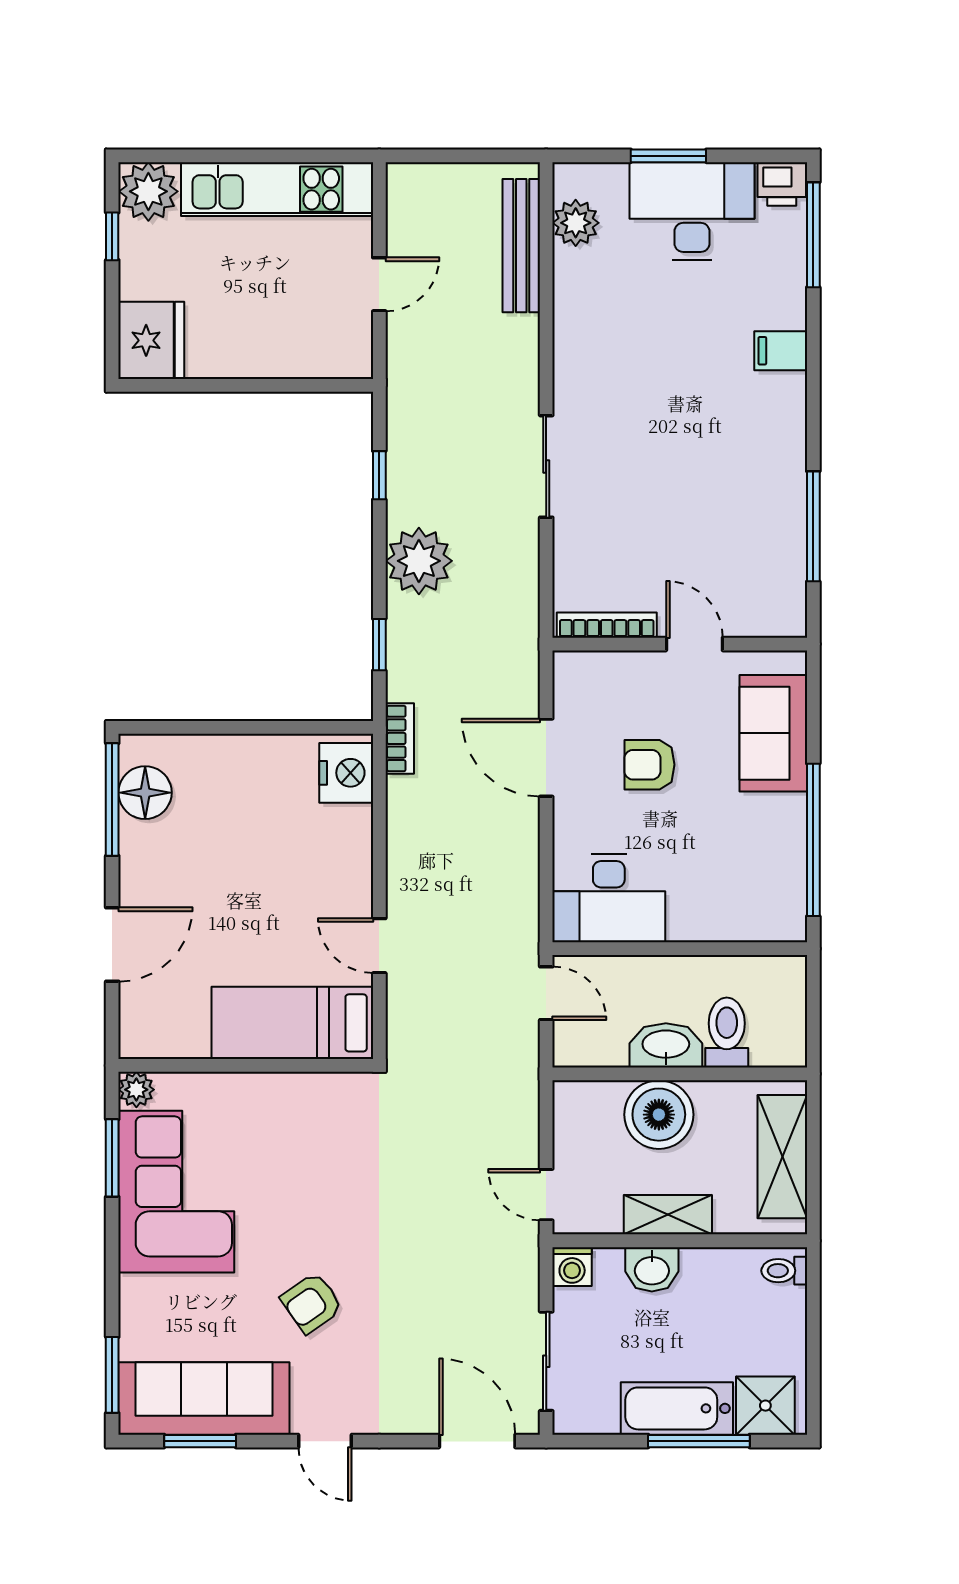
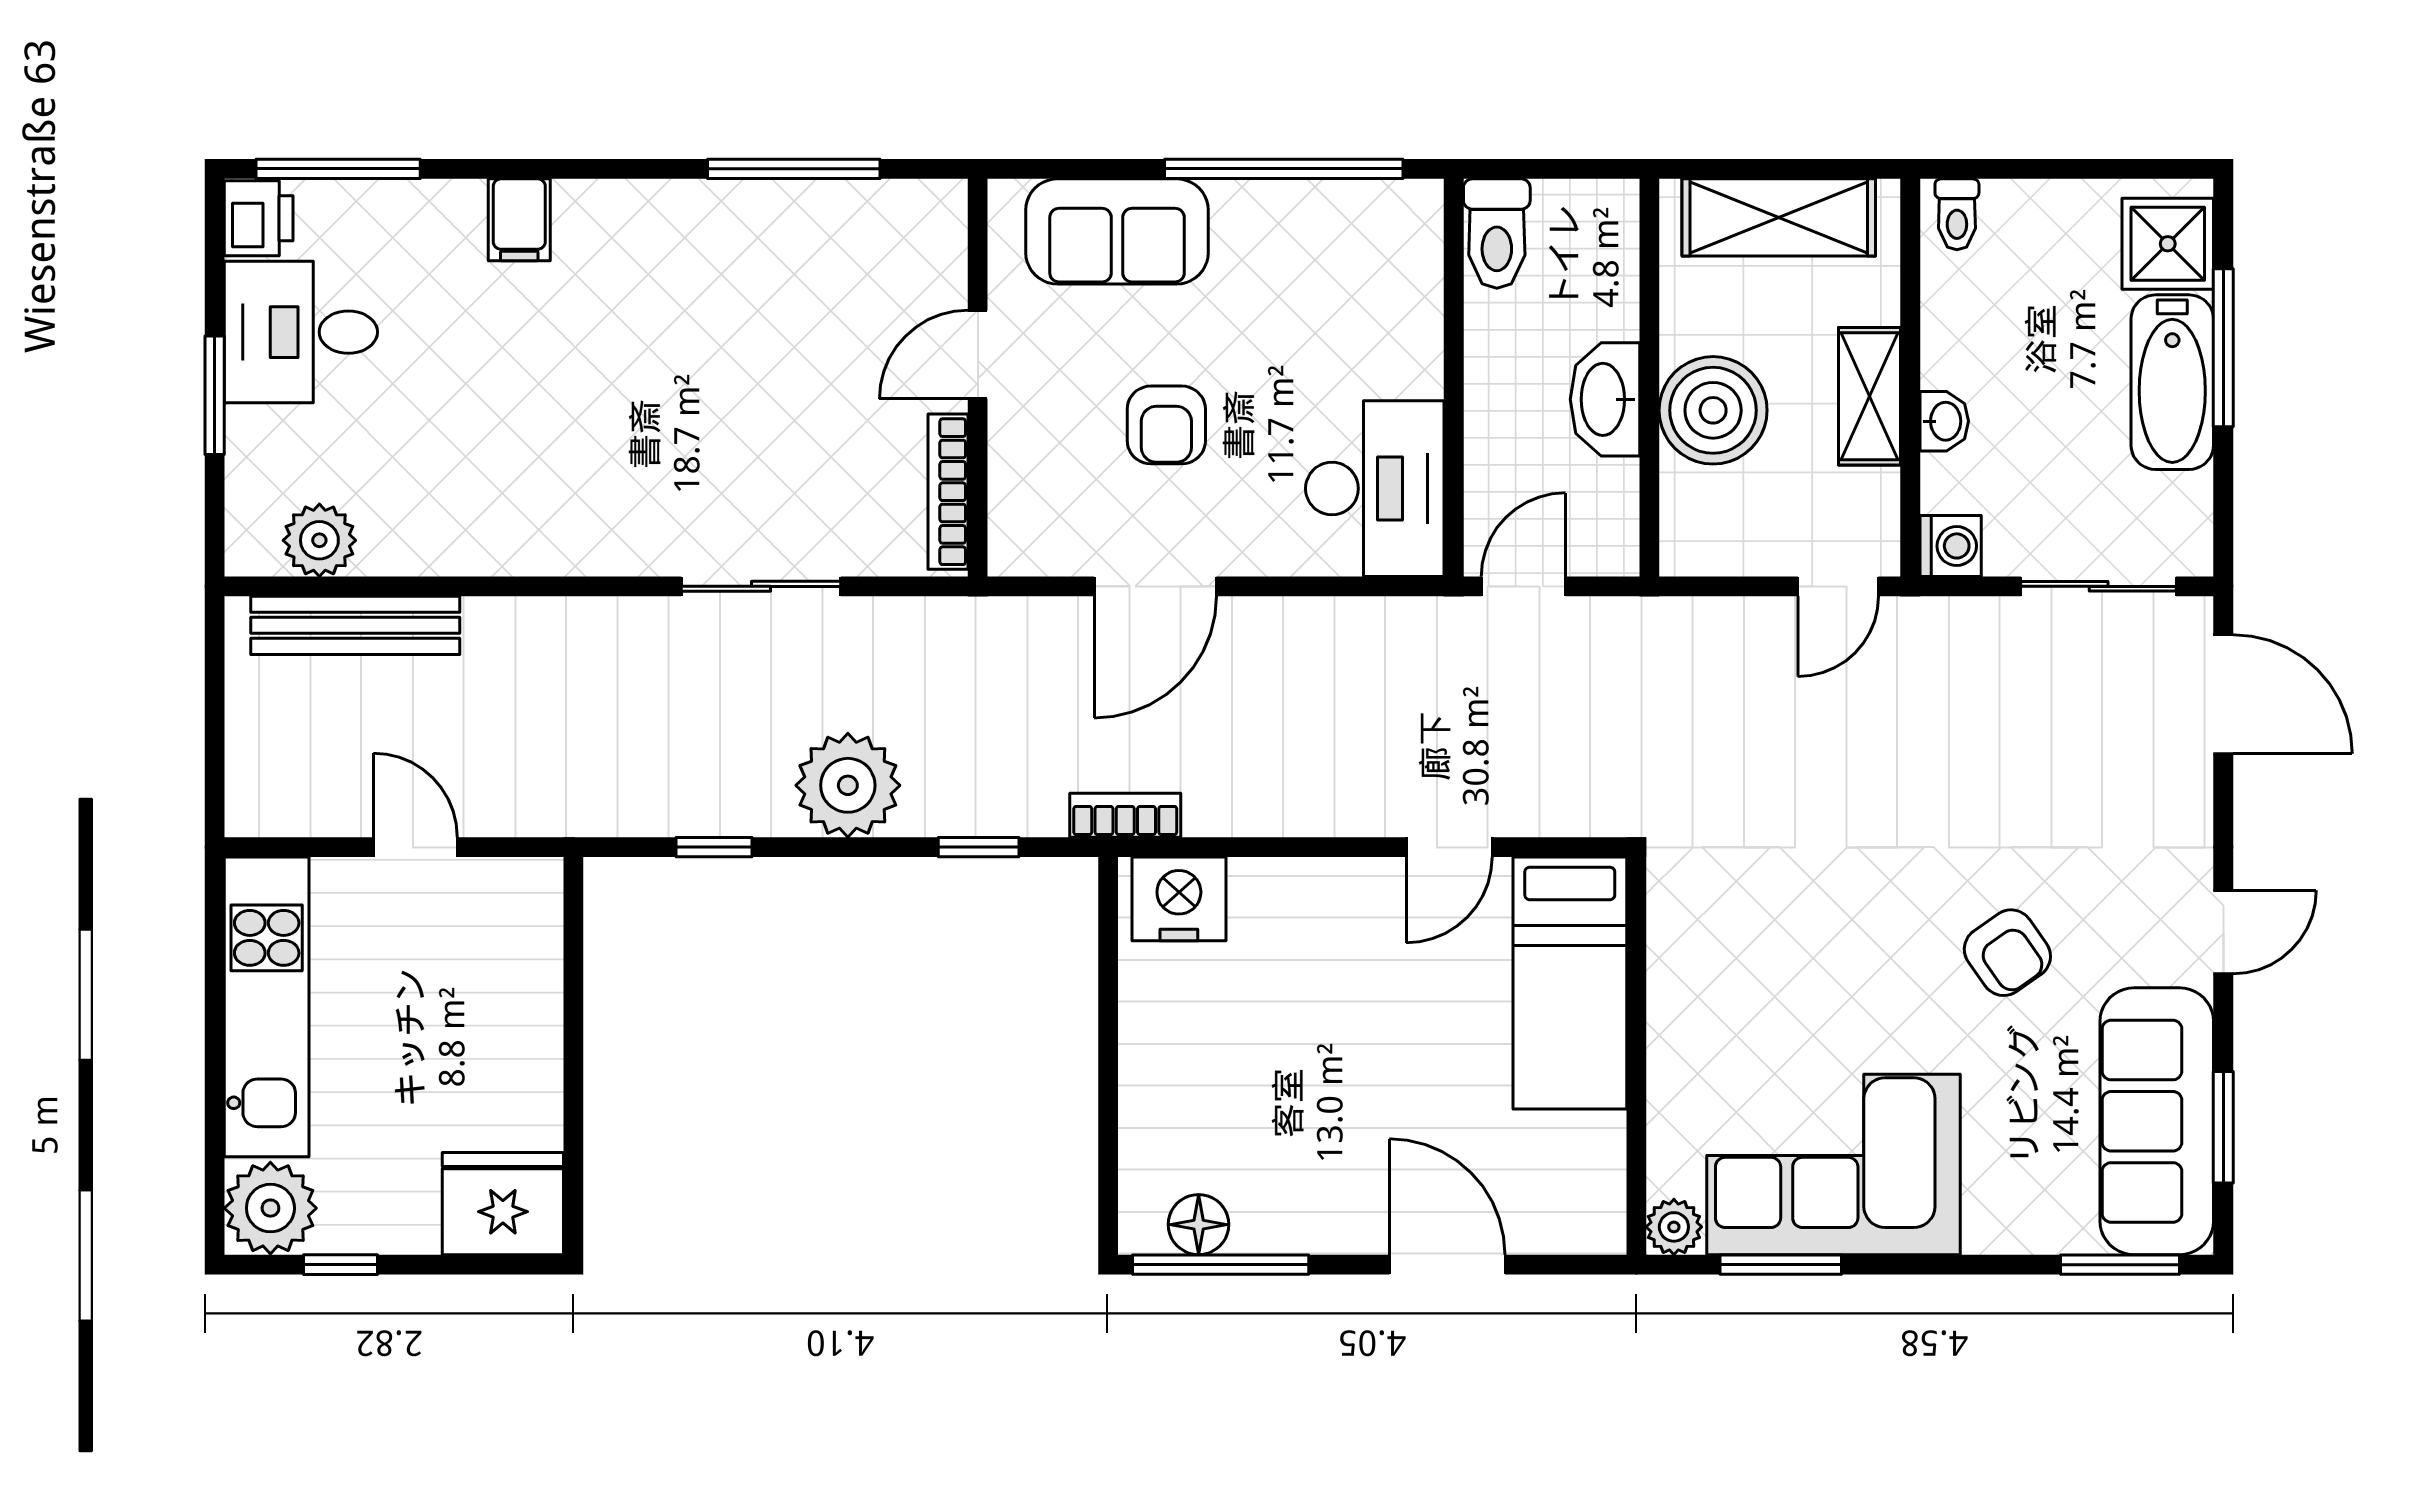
desk: (692, 211) -> (301, 332), width x0.73
sliding door: (546, 466) -> (761, 586), moved
floor lamp: (145, 793) -> (1199, 1225), width x0.73, depth x0.73
toilet: (727, 1033) -> (1497, 234), moved, turned -90
washbasin: (652, 1269) -> (1944, 421), width x0.72, depth x0.69
door: (477, 1441) -> (2223, 694), swing flipped

